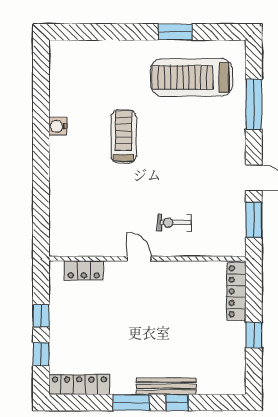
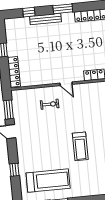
window: (254, 104) -> (14, 170), width x0.46
window: (177, 402) -> (29, 12), moved

